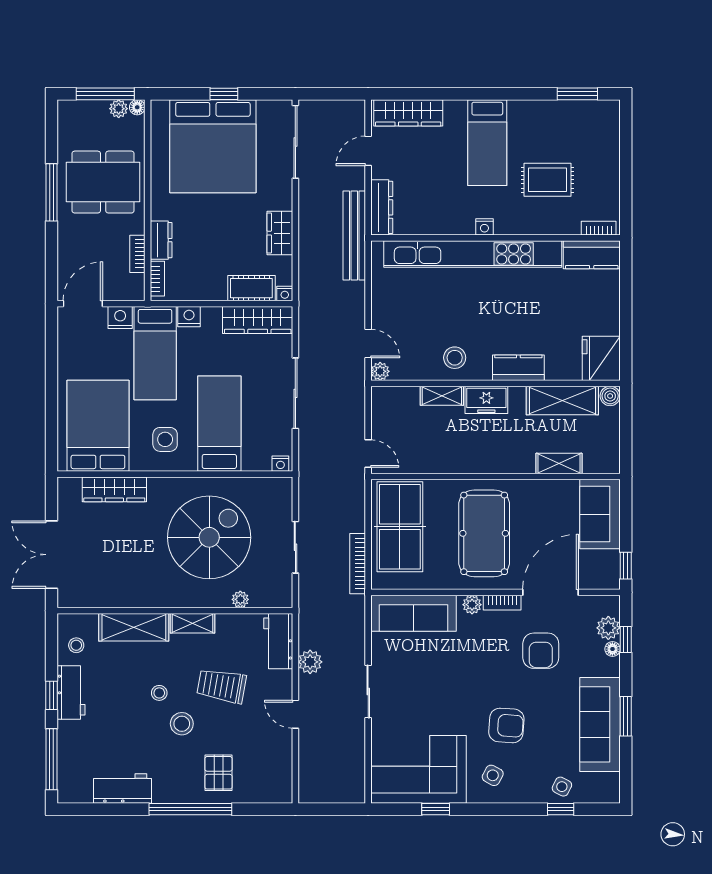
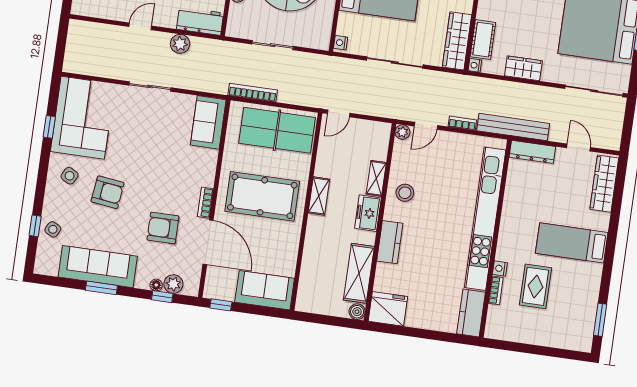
nightstand: (484, 227) -> (500, 268), moved
bookcase: (599, 228) -> (496, 290), moved
bookcase: (359, 299) -> (462, 123), added
shelving: (559, 463) -> (319, 196), moved
plant: (472, 605) -> (207, 179), removed
sofa: (414, 613) -> (208, 122), width x0.73
armchair: (506, 725) -> (108, 192), turned -87

